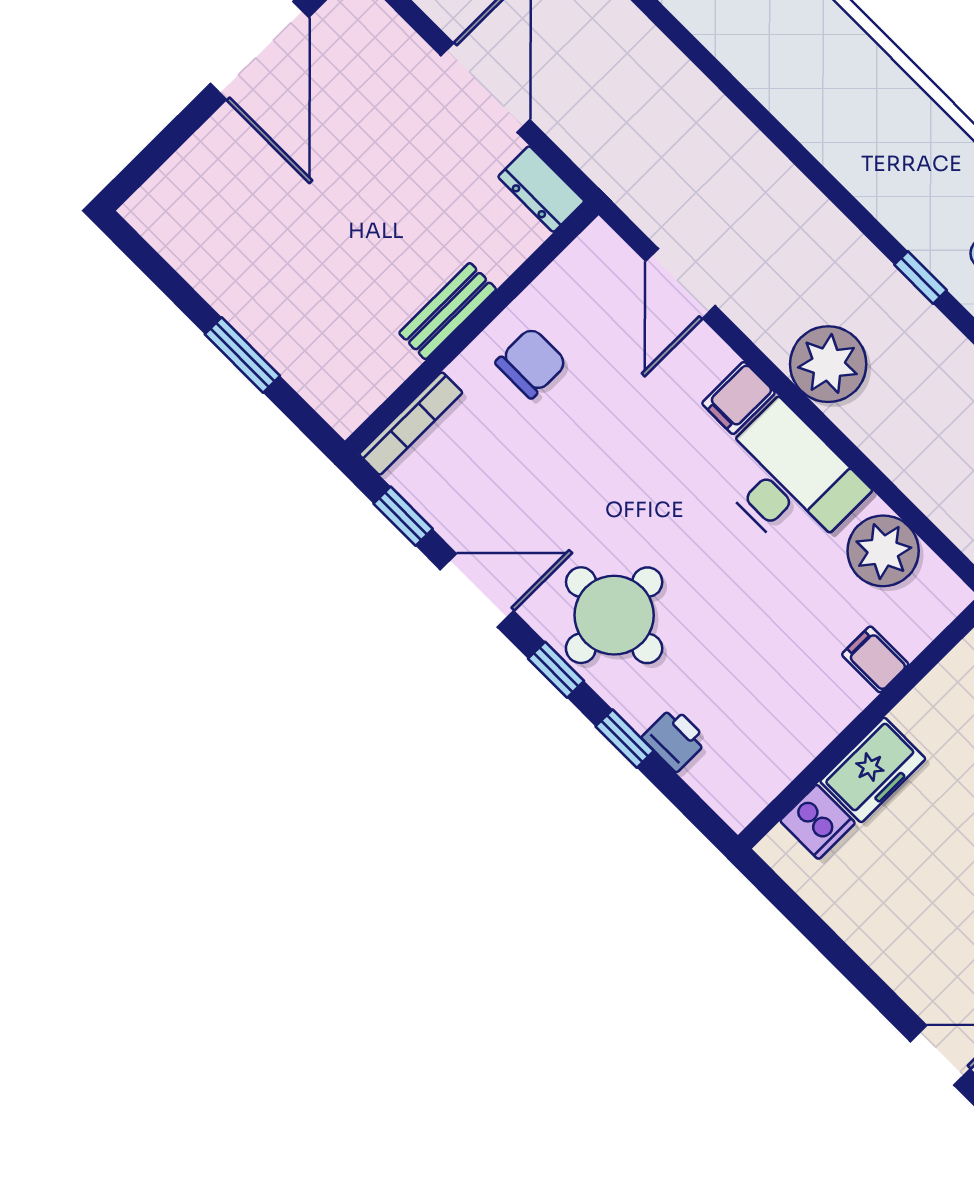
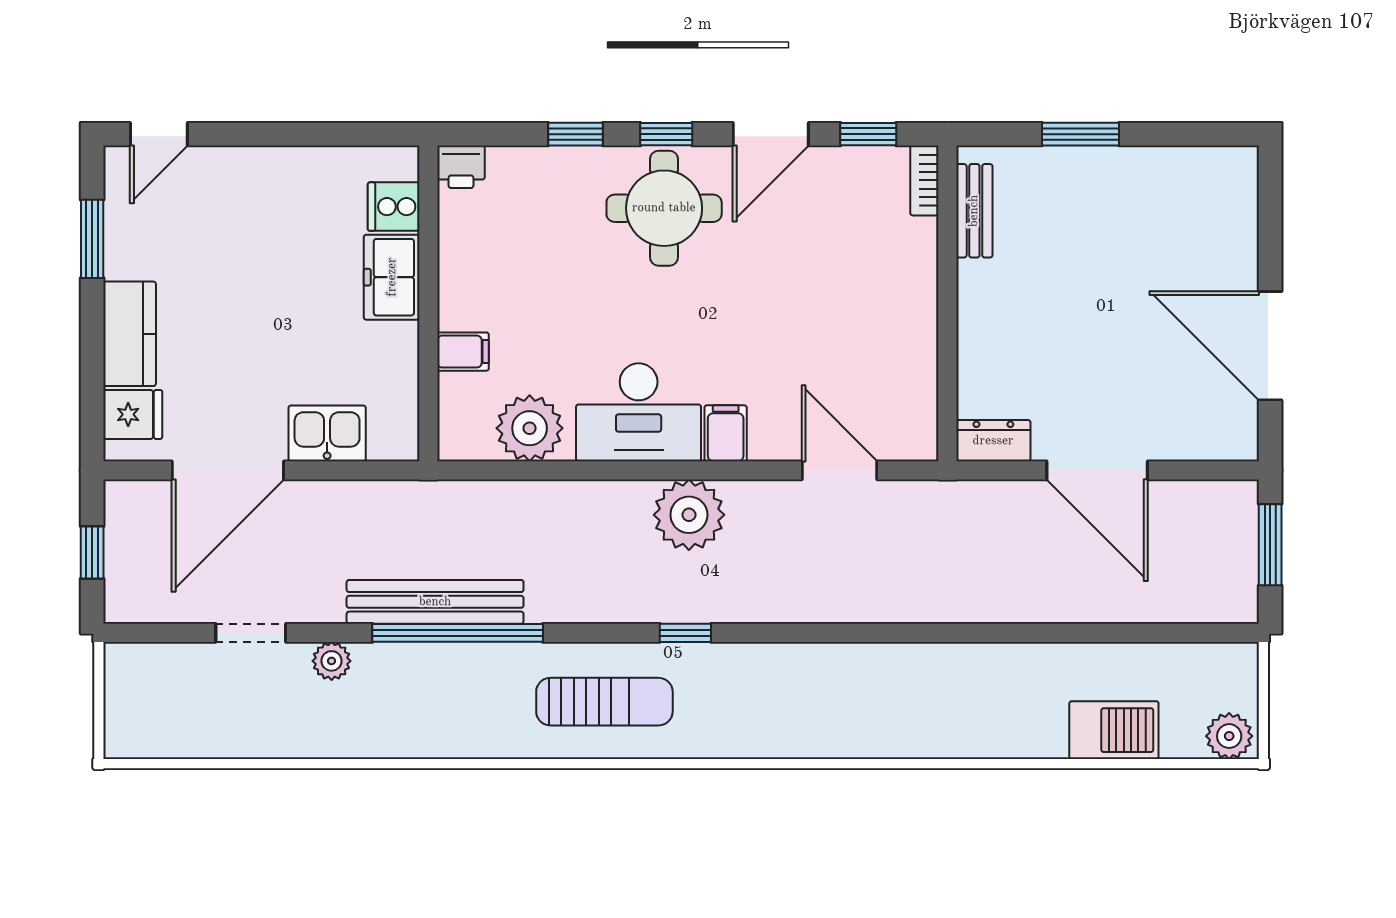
bench: (448, 311) -> (974, 211), moved
chair: (531, 363) -> (885, 320), removed
bookcase: (411, 423) -> (924, 180), width x0.64
printer: (675, 739) -> (461, 167), moved

